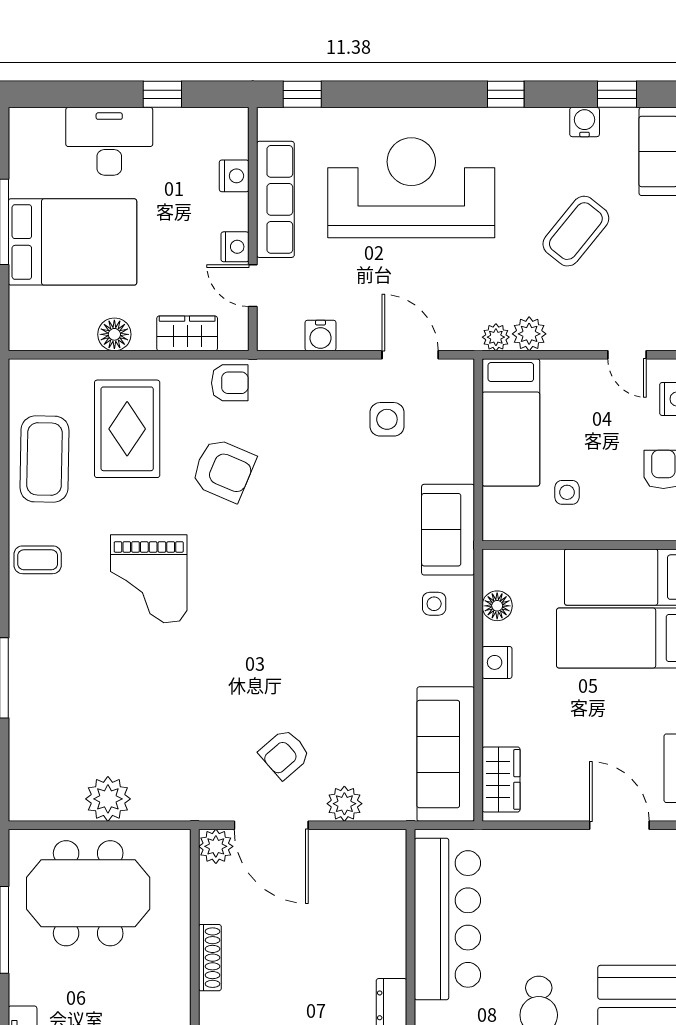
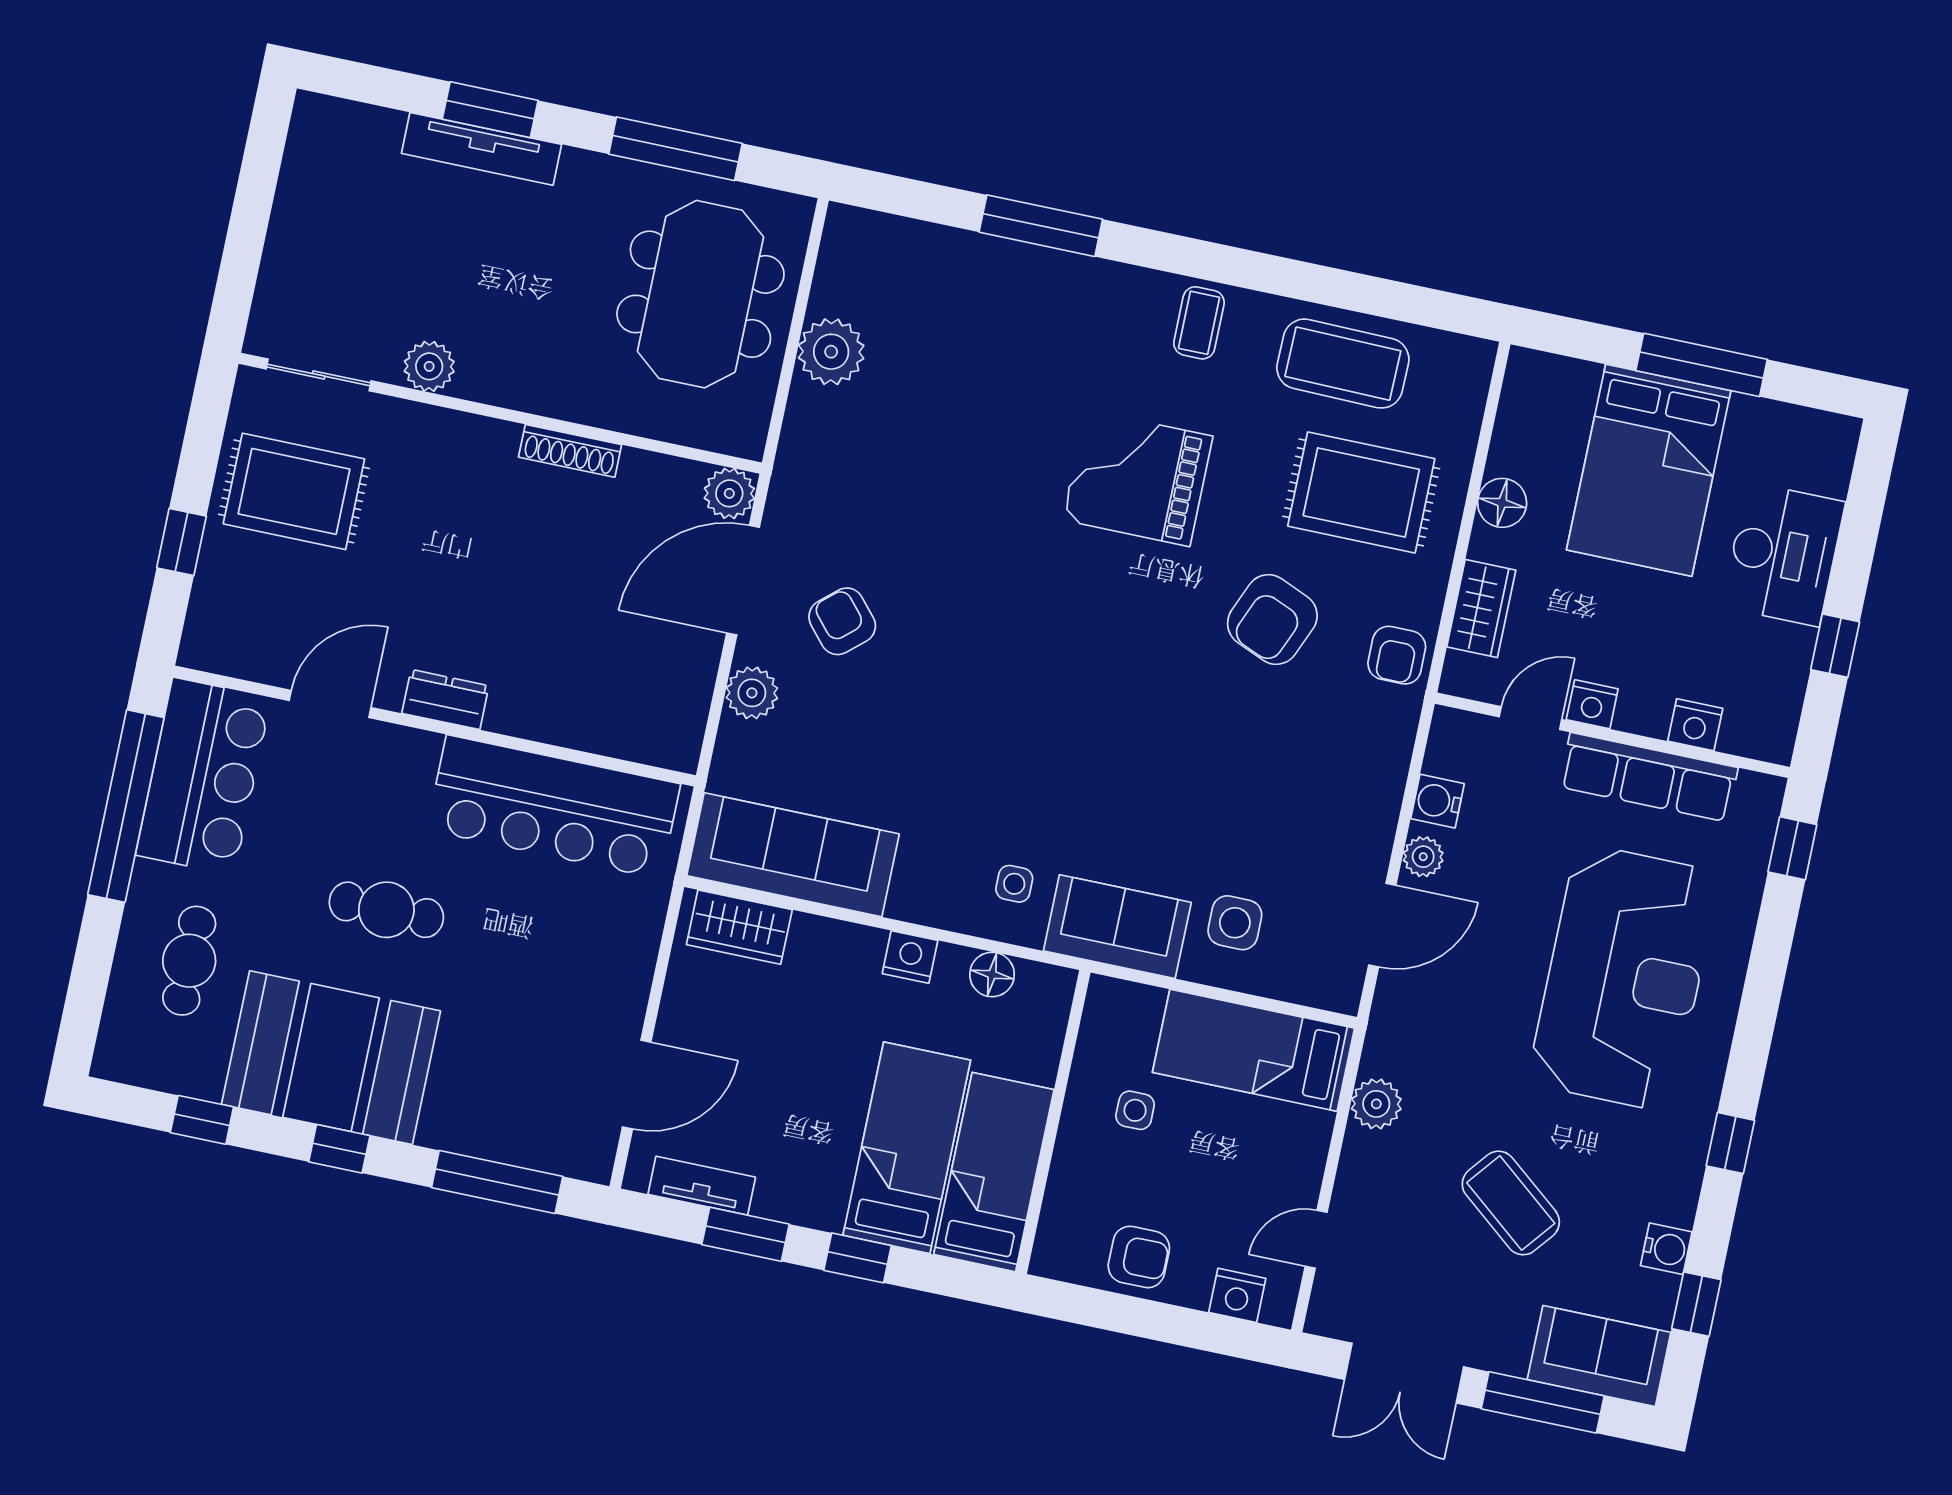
plant: (496, 337) -> (1423, 857), moved
side table: (387, 419) -> (1235, 923), moved

